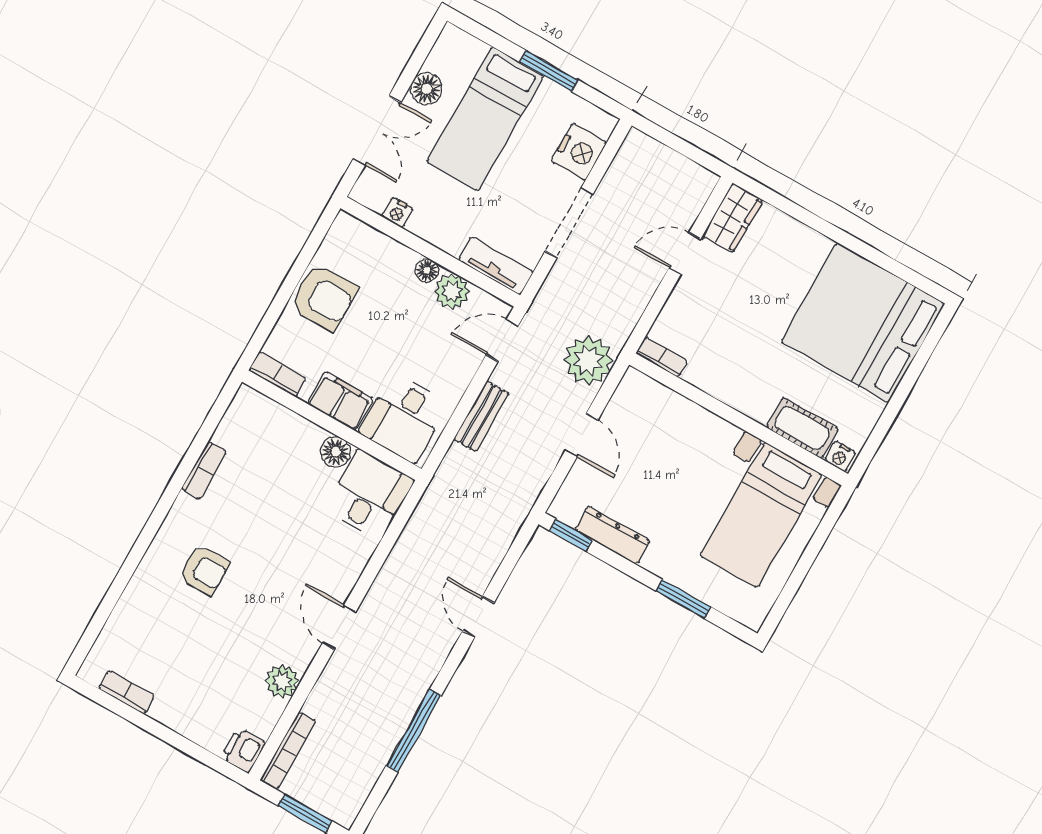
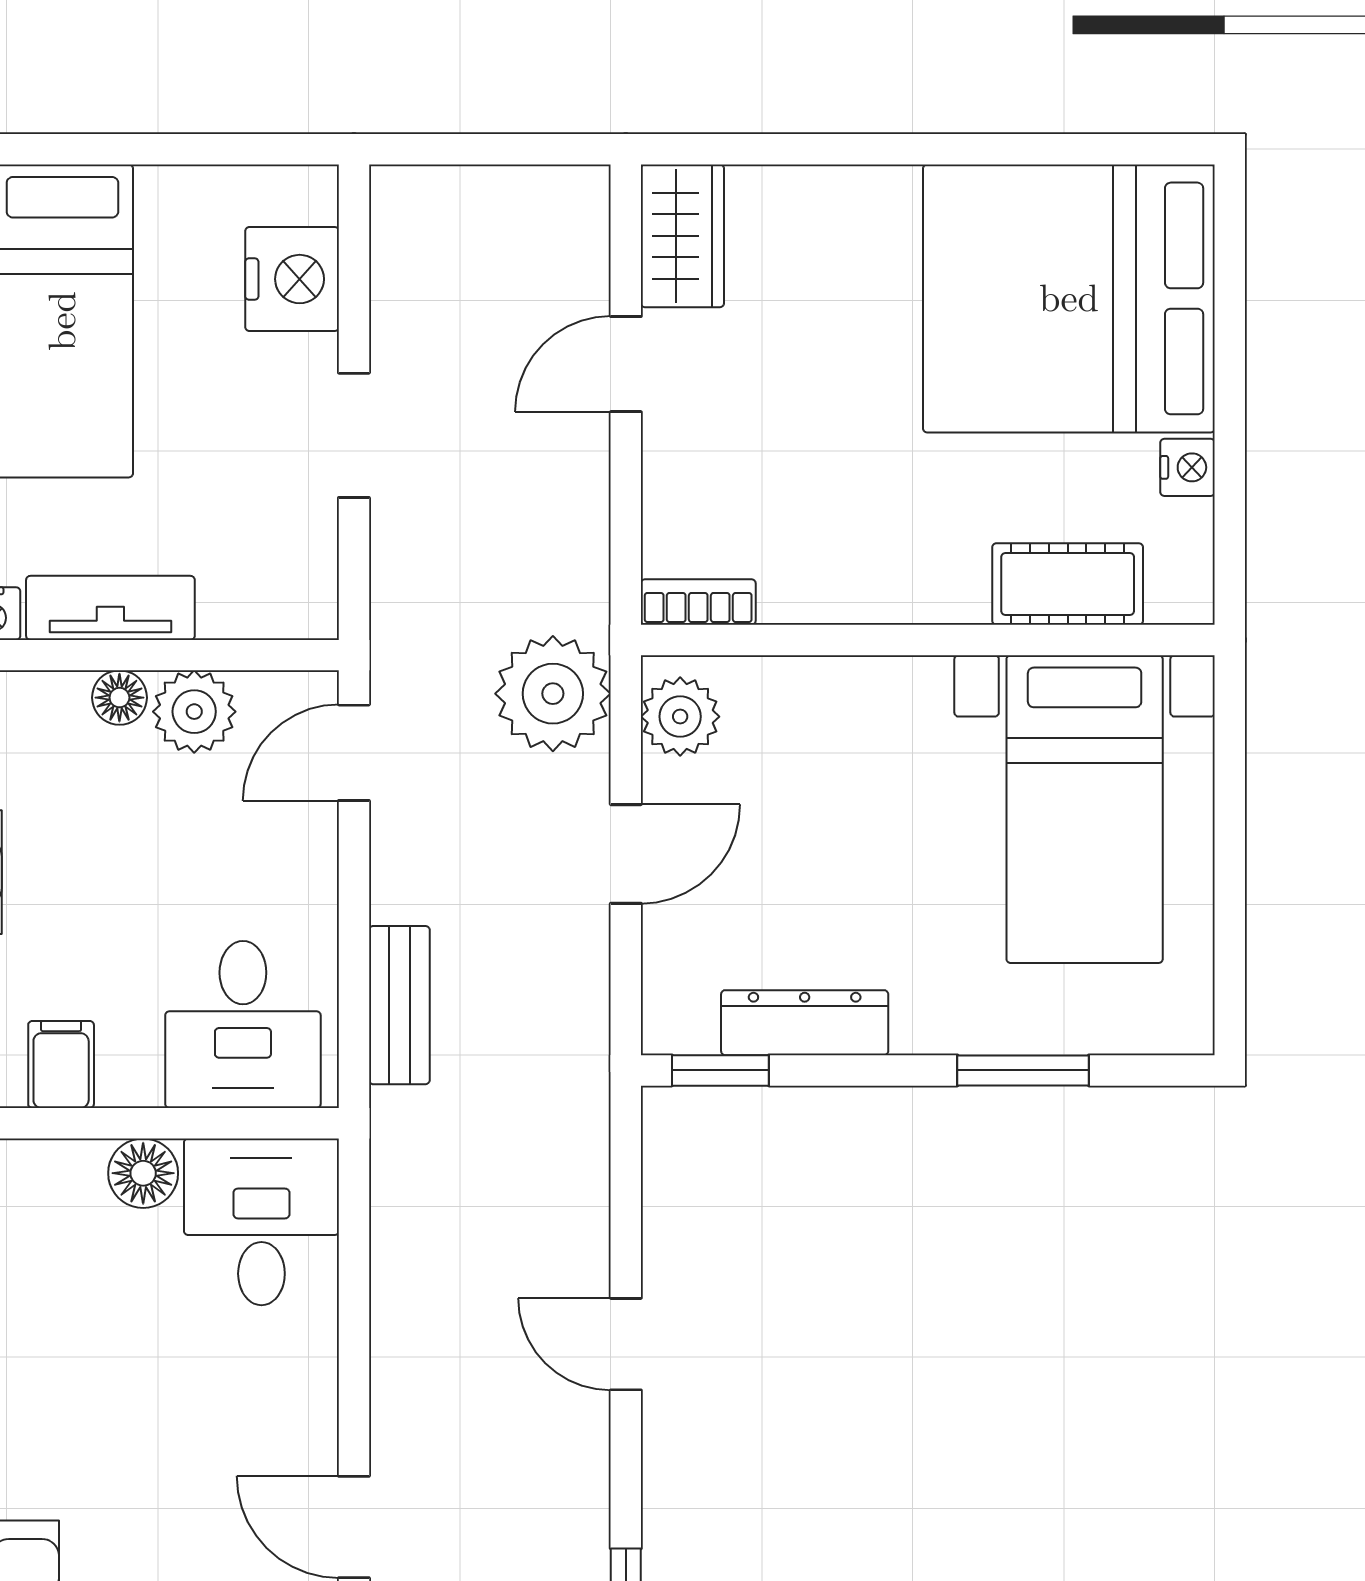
window: (549, 71) -> (138, 149), removed
doorway: (569, 223) -> (354, 435), width x0.73
tv unit: (496, 266) -> (110, 608), moved
plant: (631, 396) -> (680, 717), added
filing cabinet: (340, 401) -> (61, 1064), width x0.50
bench: (481, 416) -> (399, 1005), moved
door: (582, 435) -> (626, 854), hinge flipped
nightstand: (840, 456) -> (1188, 467), moved, turned -90

